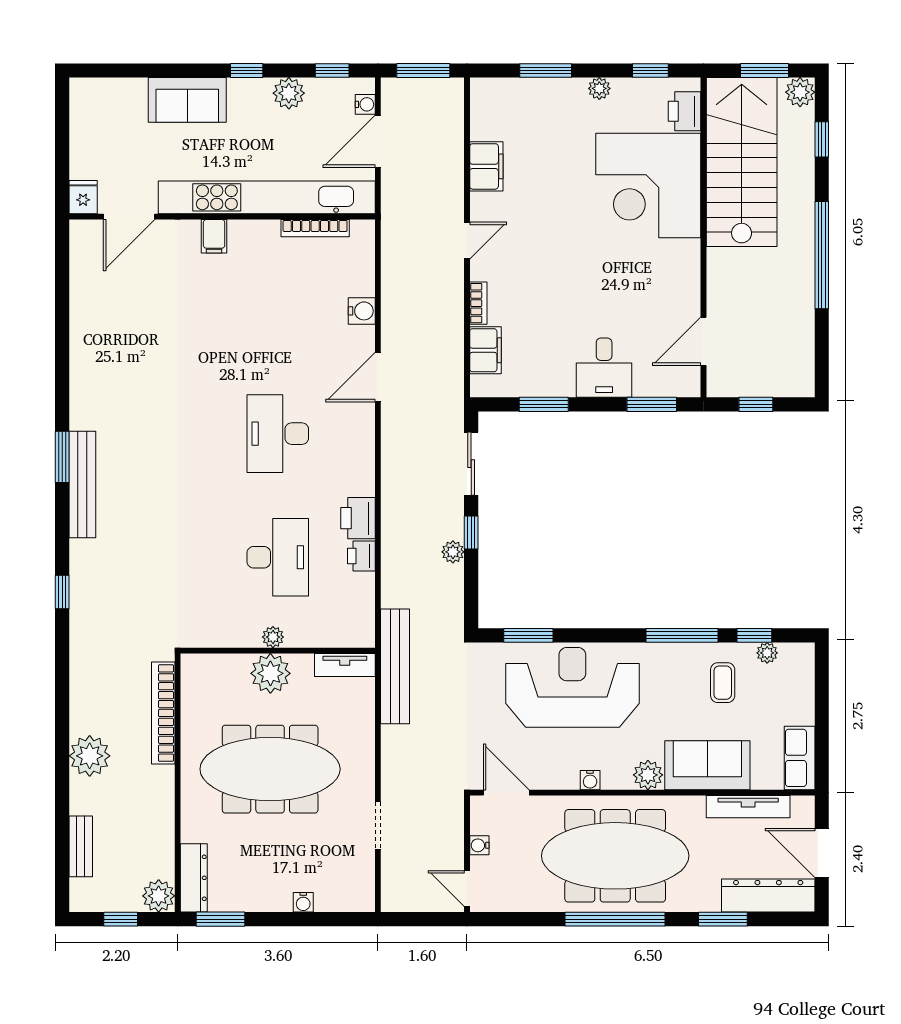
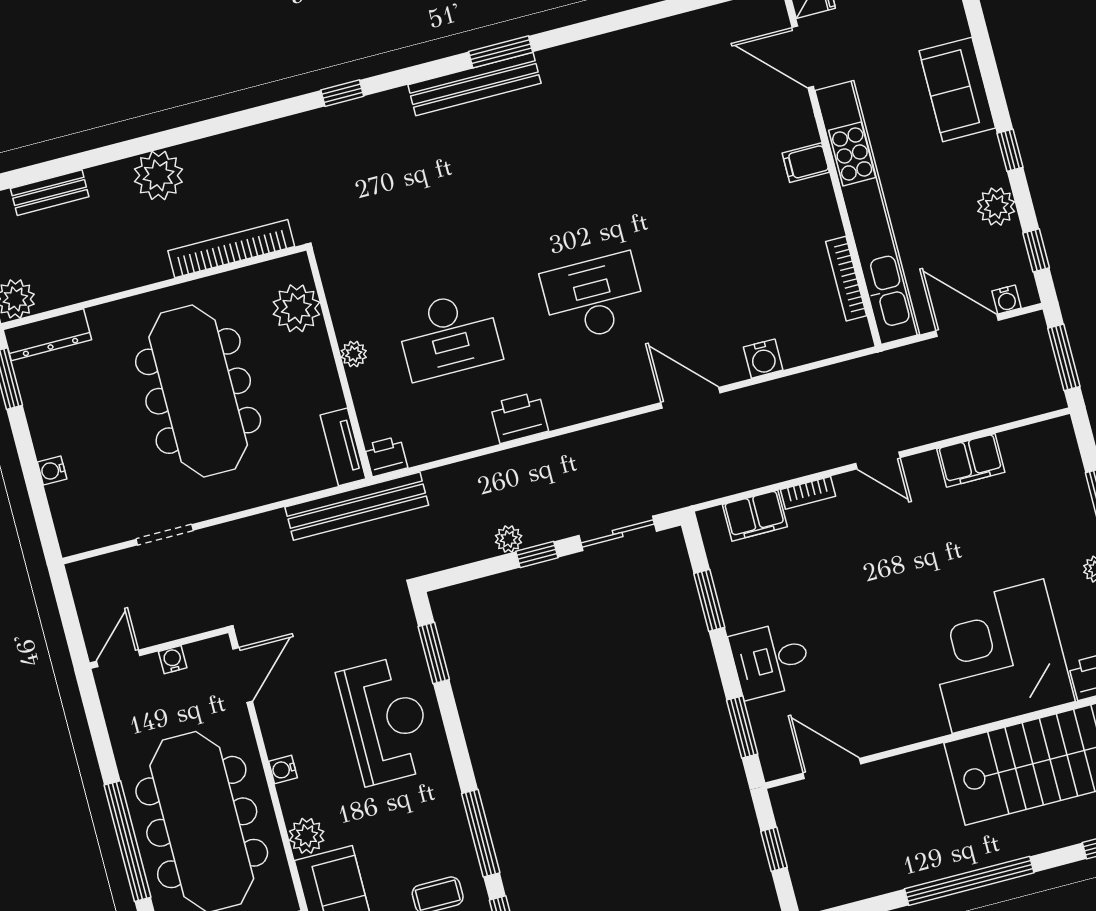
printer: (361, 556) -> (386, 456), moved
plant: (270, 673) -> (296, 308), moved
reception desk: (572, 687) -> (386, 720), width x0.74, depth x0.77

